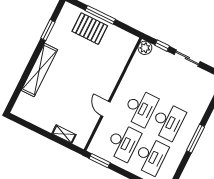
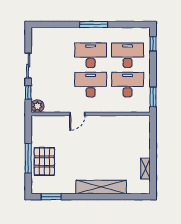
window: (48, 30) -> (51, 197), moved
door: (106, 109) -> (77, 114), moved
shelving: (64, 134) -> (145, 169), moved

